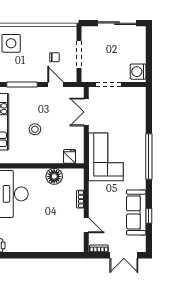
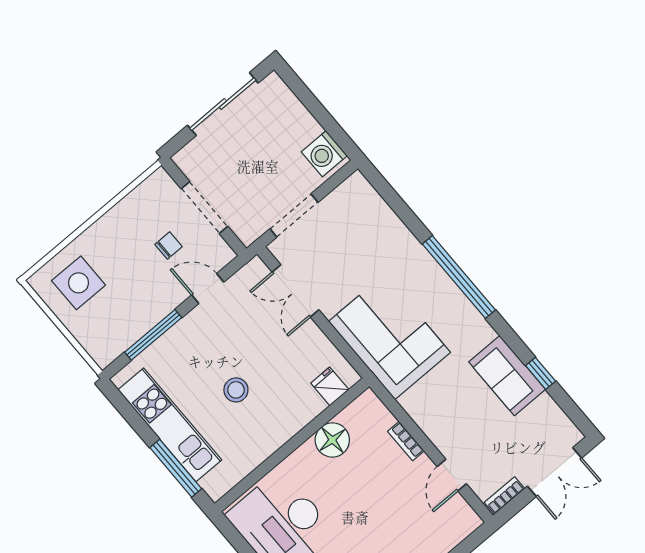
sofa: (136, 212) -> (507, 376), width x0.73
door: (86, 225) -> (452, 475), swing flipped

